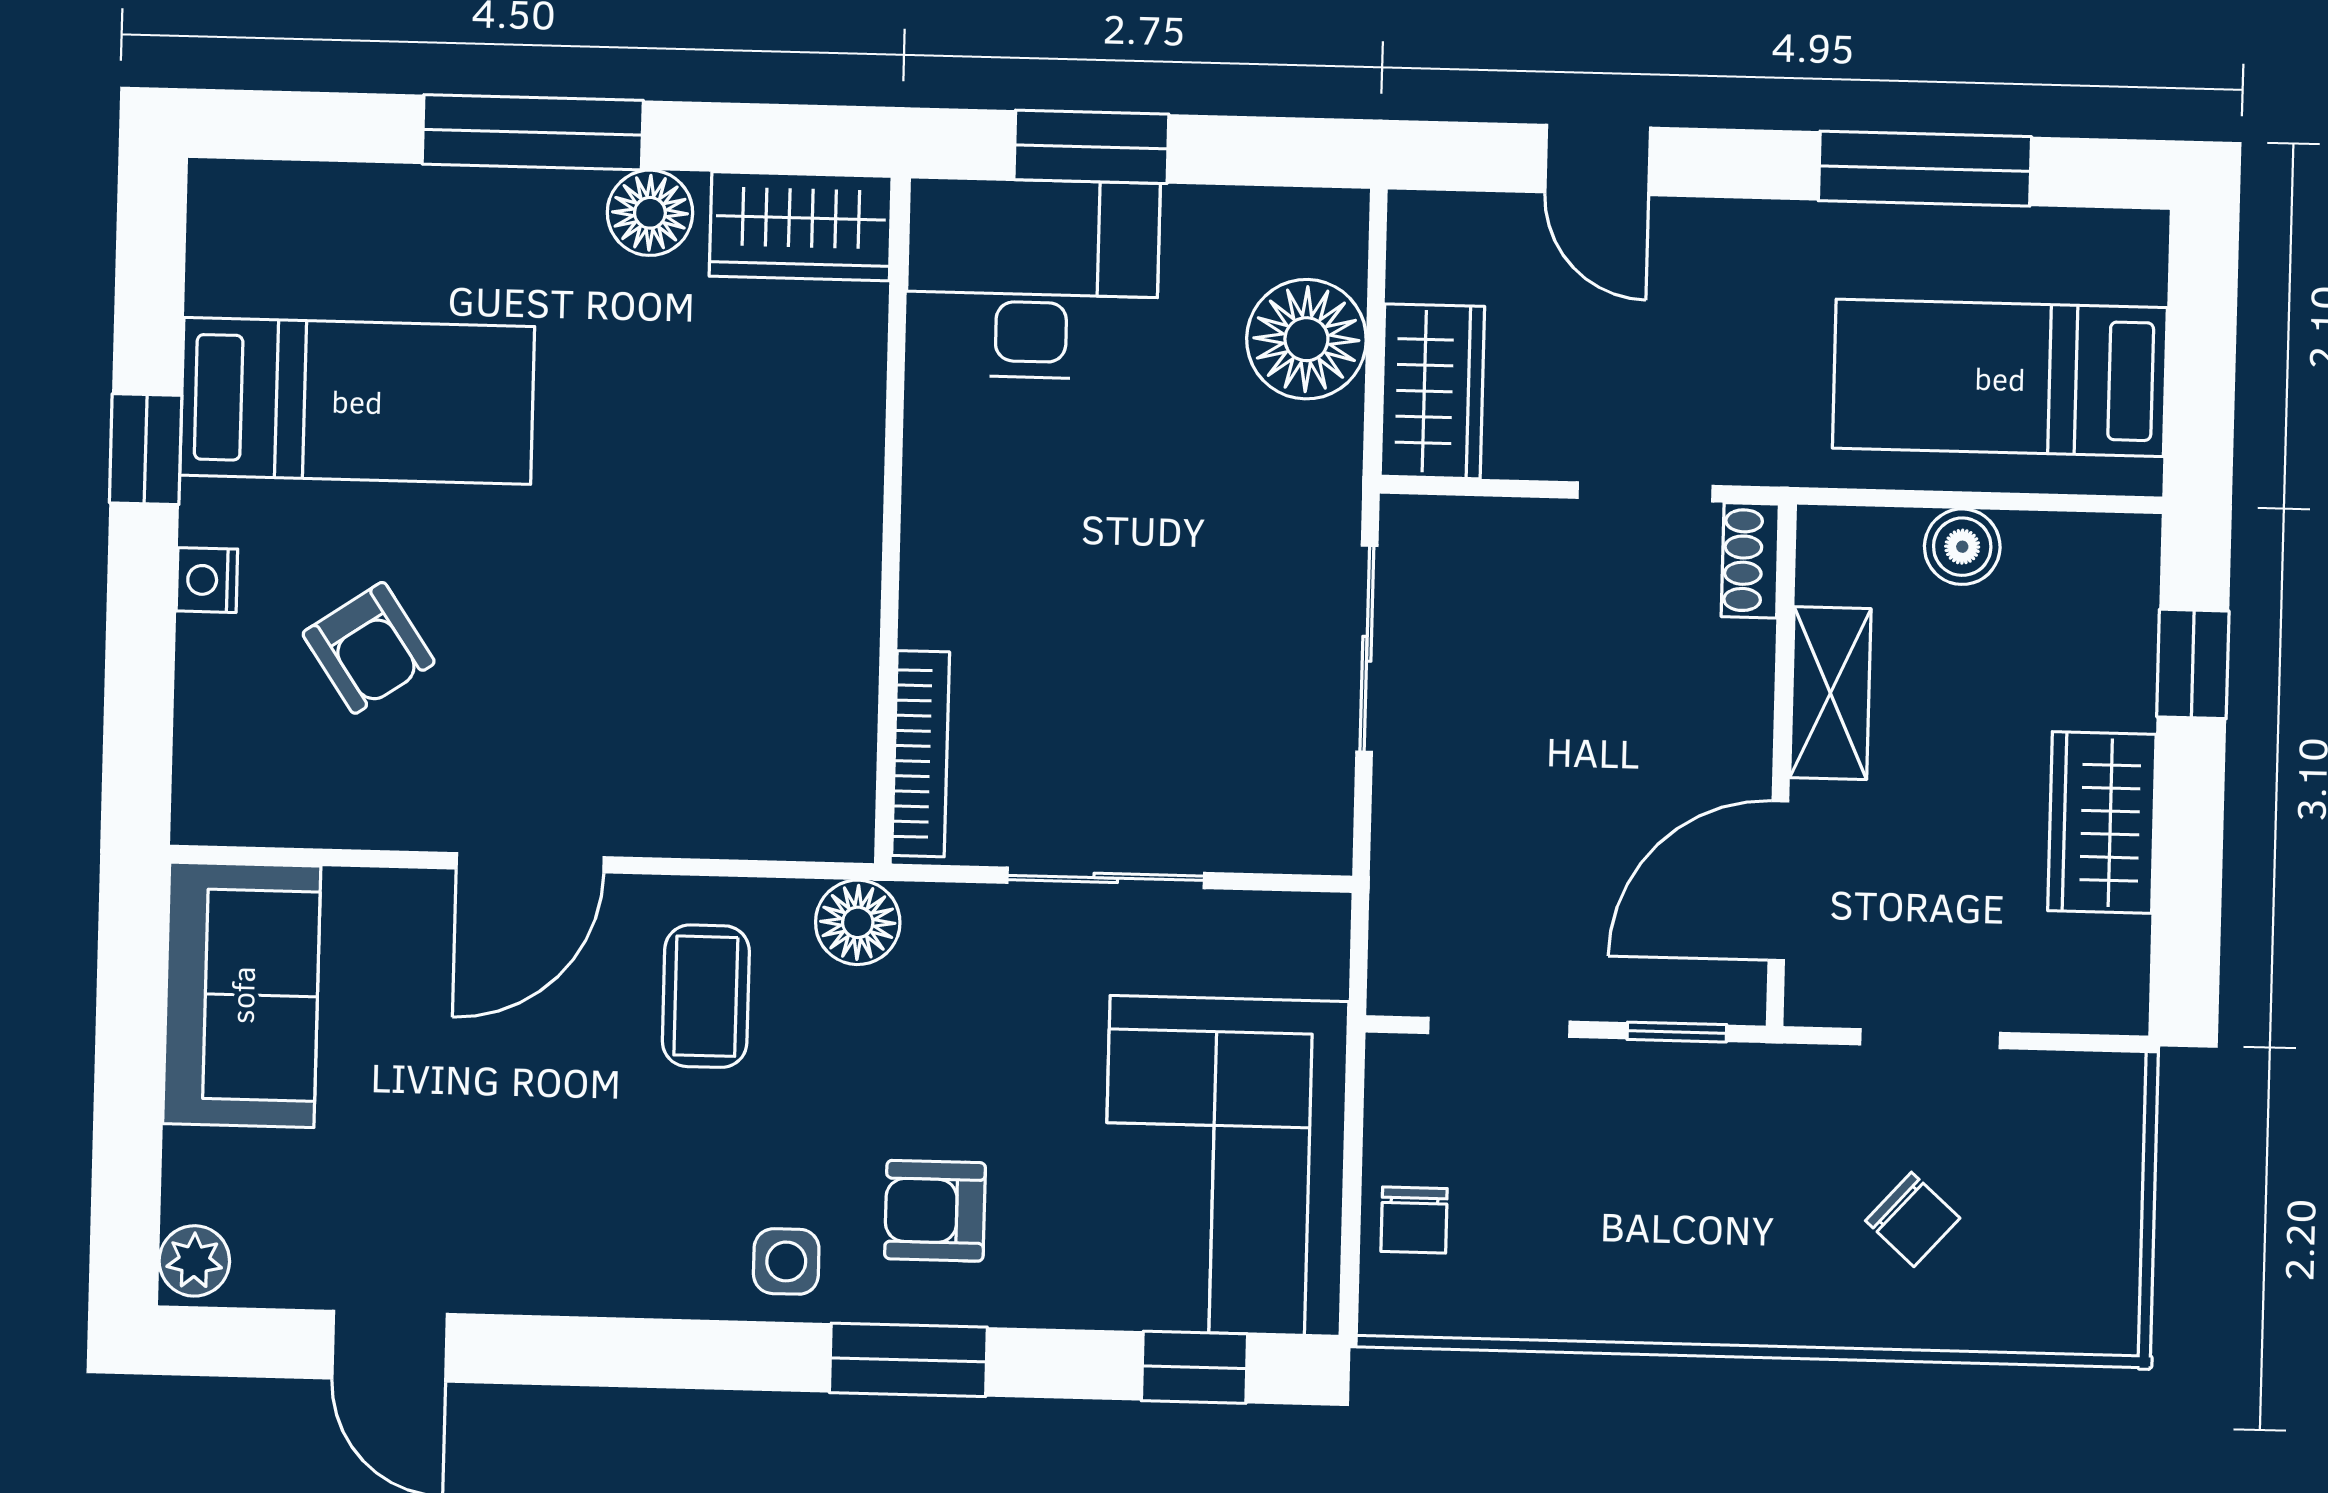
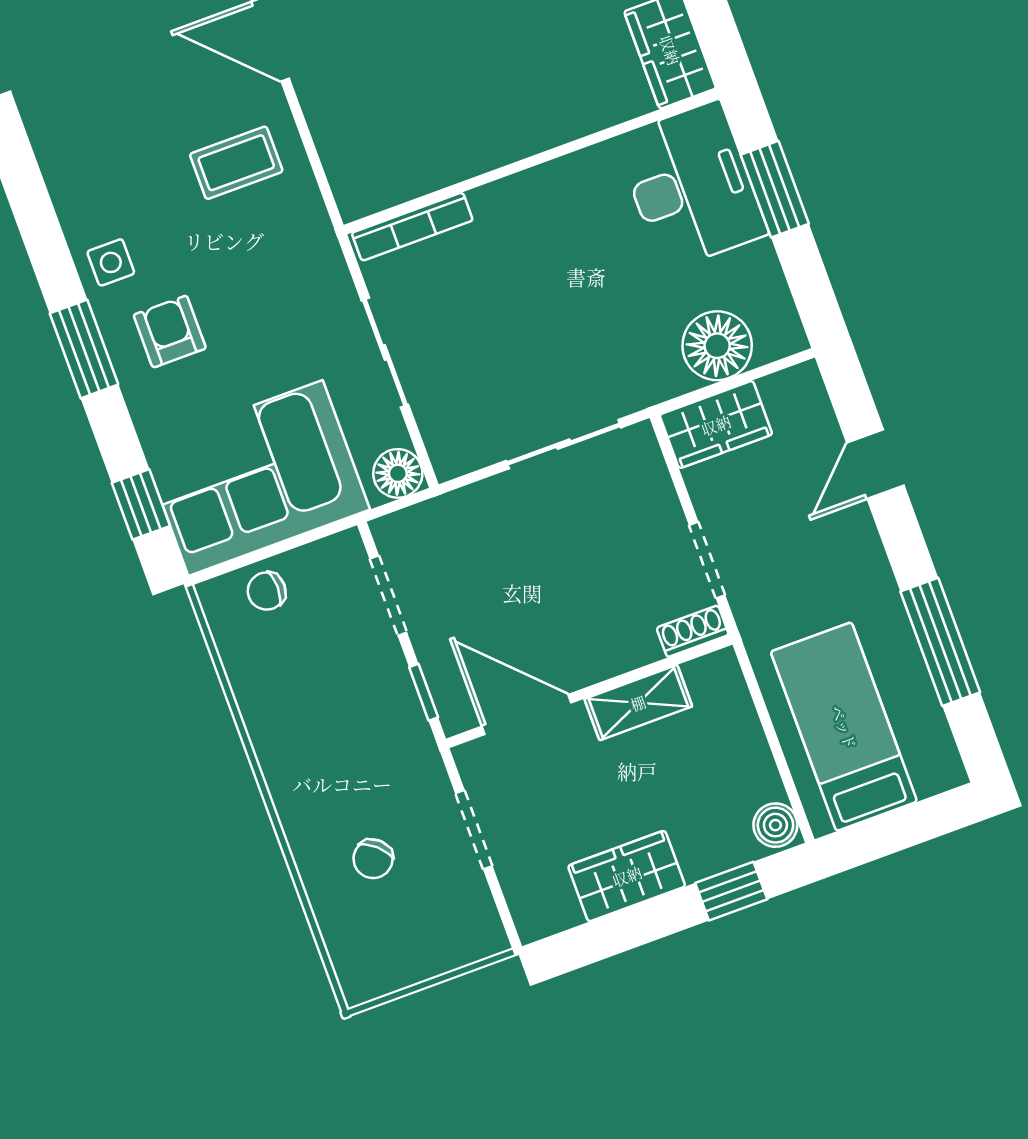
boiler: (1962, 547) -> (775, 825), moved
floor lamp: (858, 922) -> (398, 473), moved

